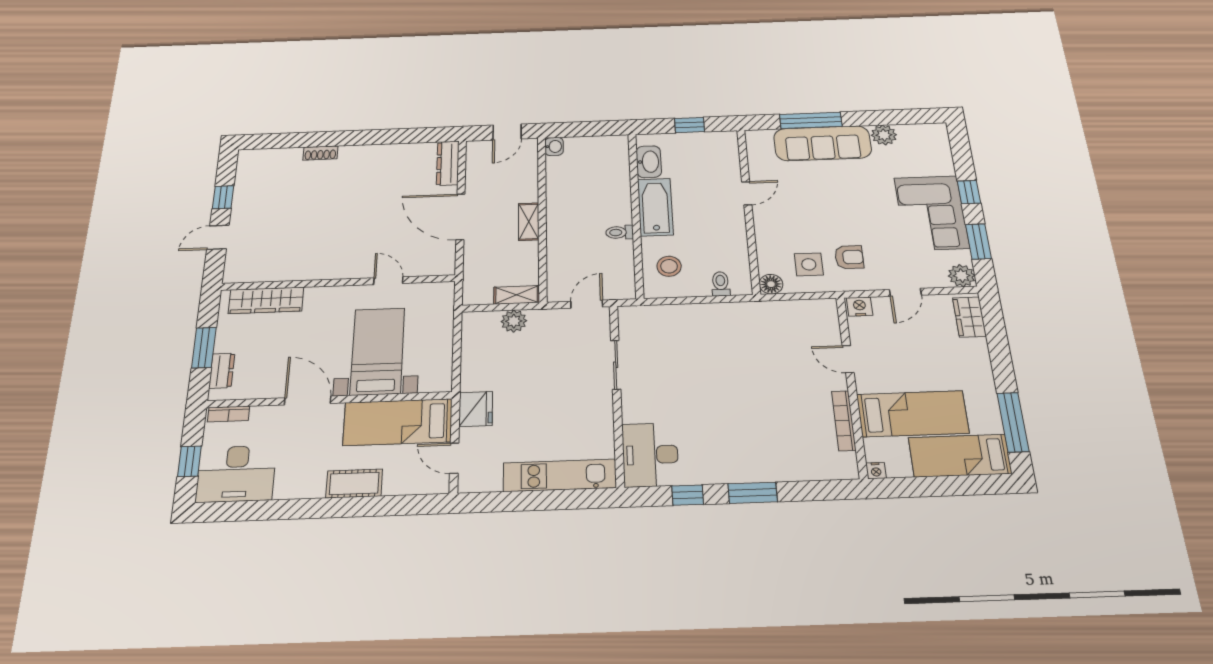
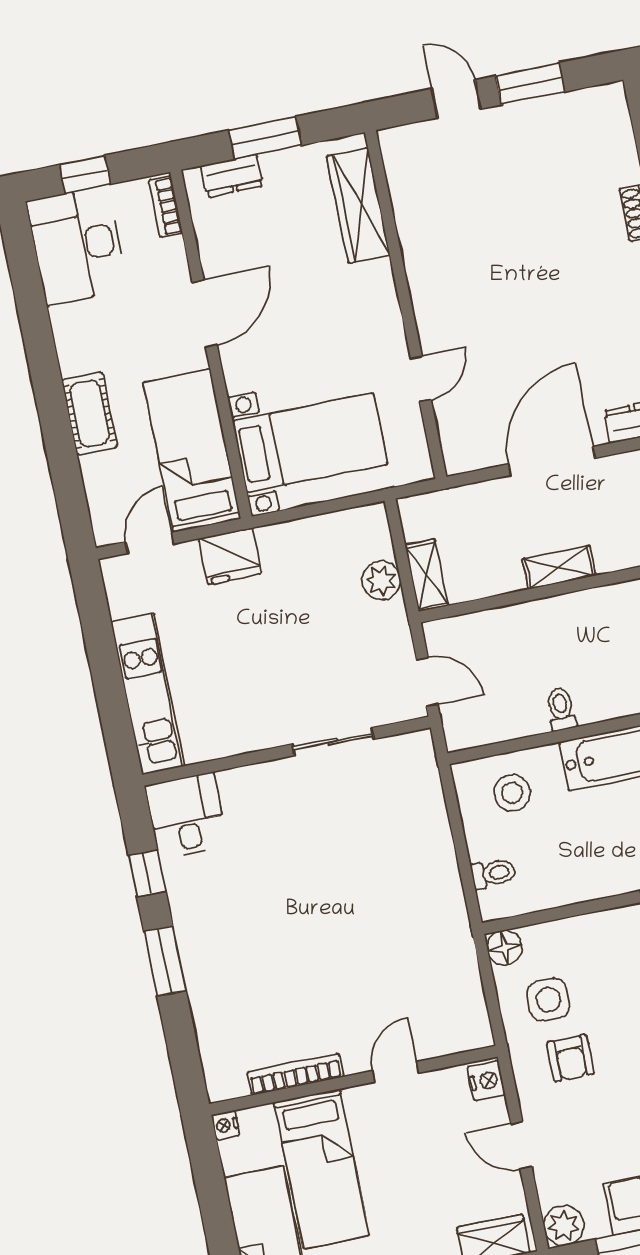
window: (223, 197) -> (530, 84), width x1.50
bed with nightstands: (377, 351) -> (310, 443), moved
desk: (650, 455) -> (186, 816), width x0.73

